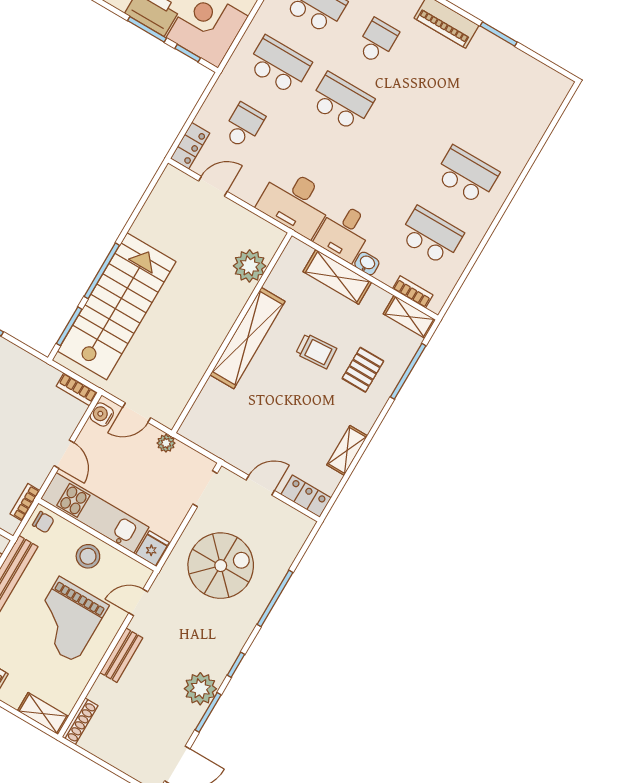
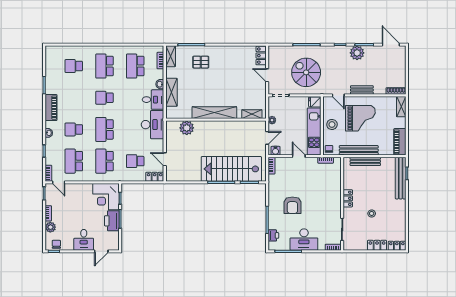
school desk: (502, 115) -> (74, 66), added
school desk: (404, 138) -> (104, 98), added
trolley: (316, 351) -> (204, 84), removed
door: (137, 413) -> (267, 138), hinge flipped
shelving: (347, 450) -> (252, 114), moved
door: (64, 454) -> (299, 156), hinge flipped

